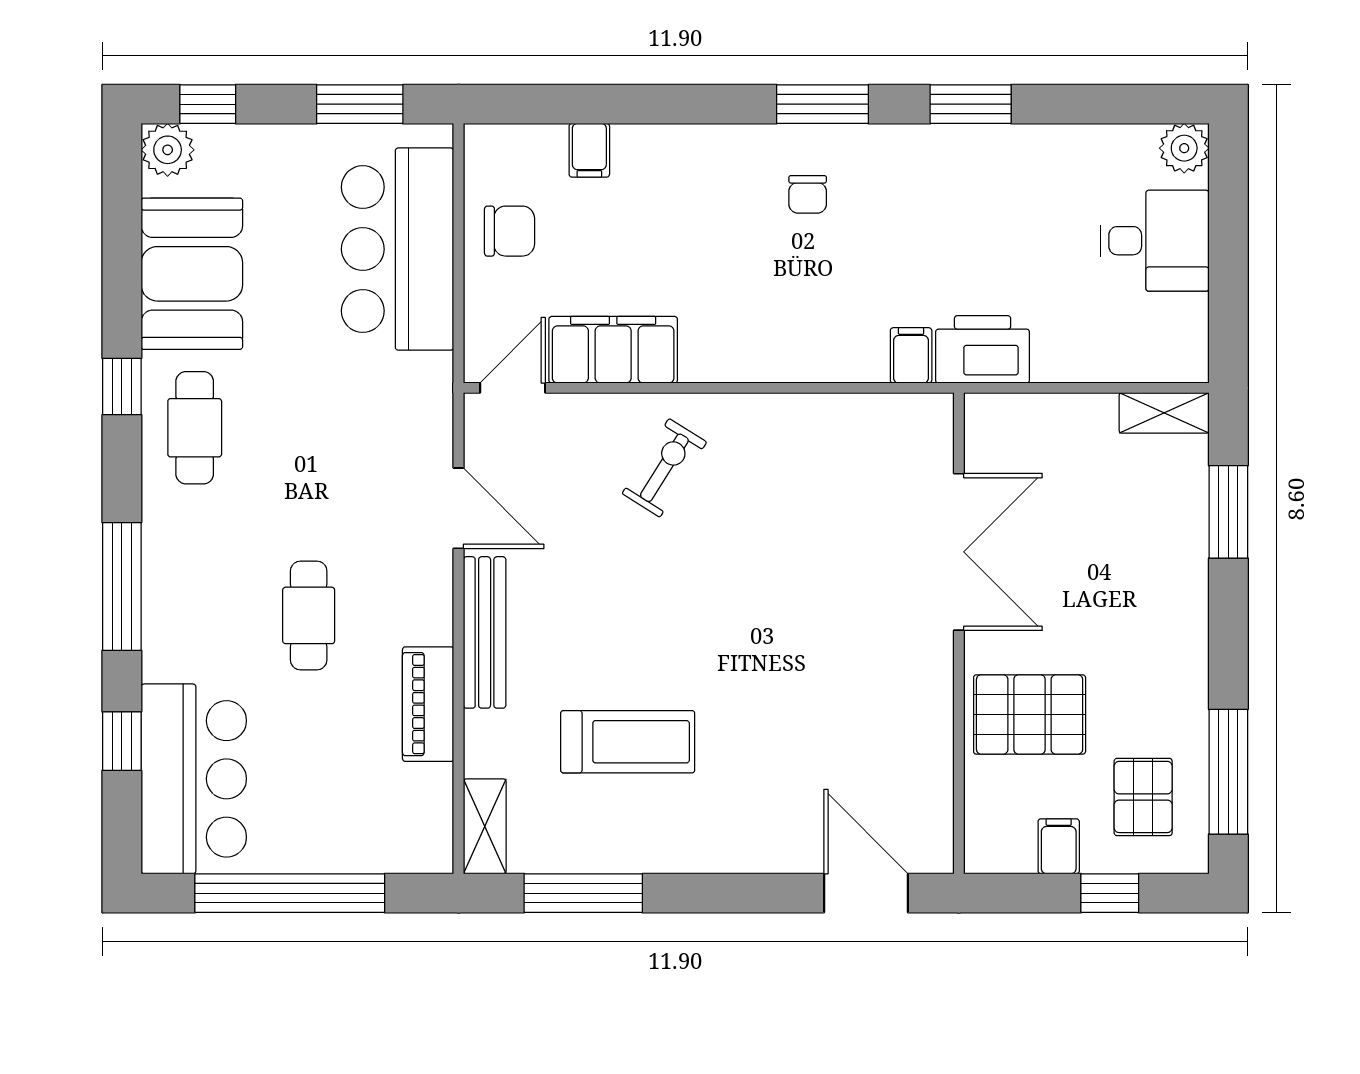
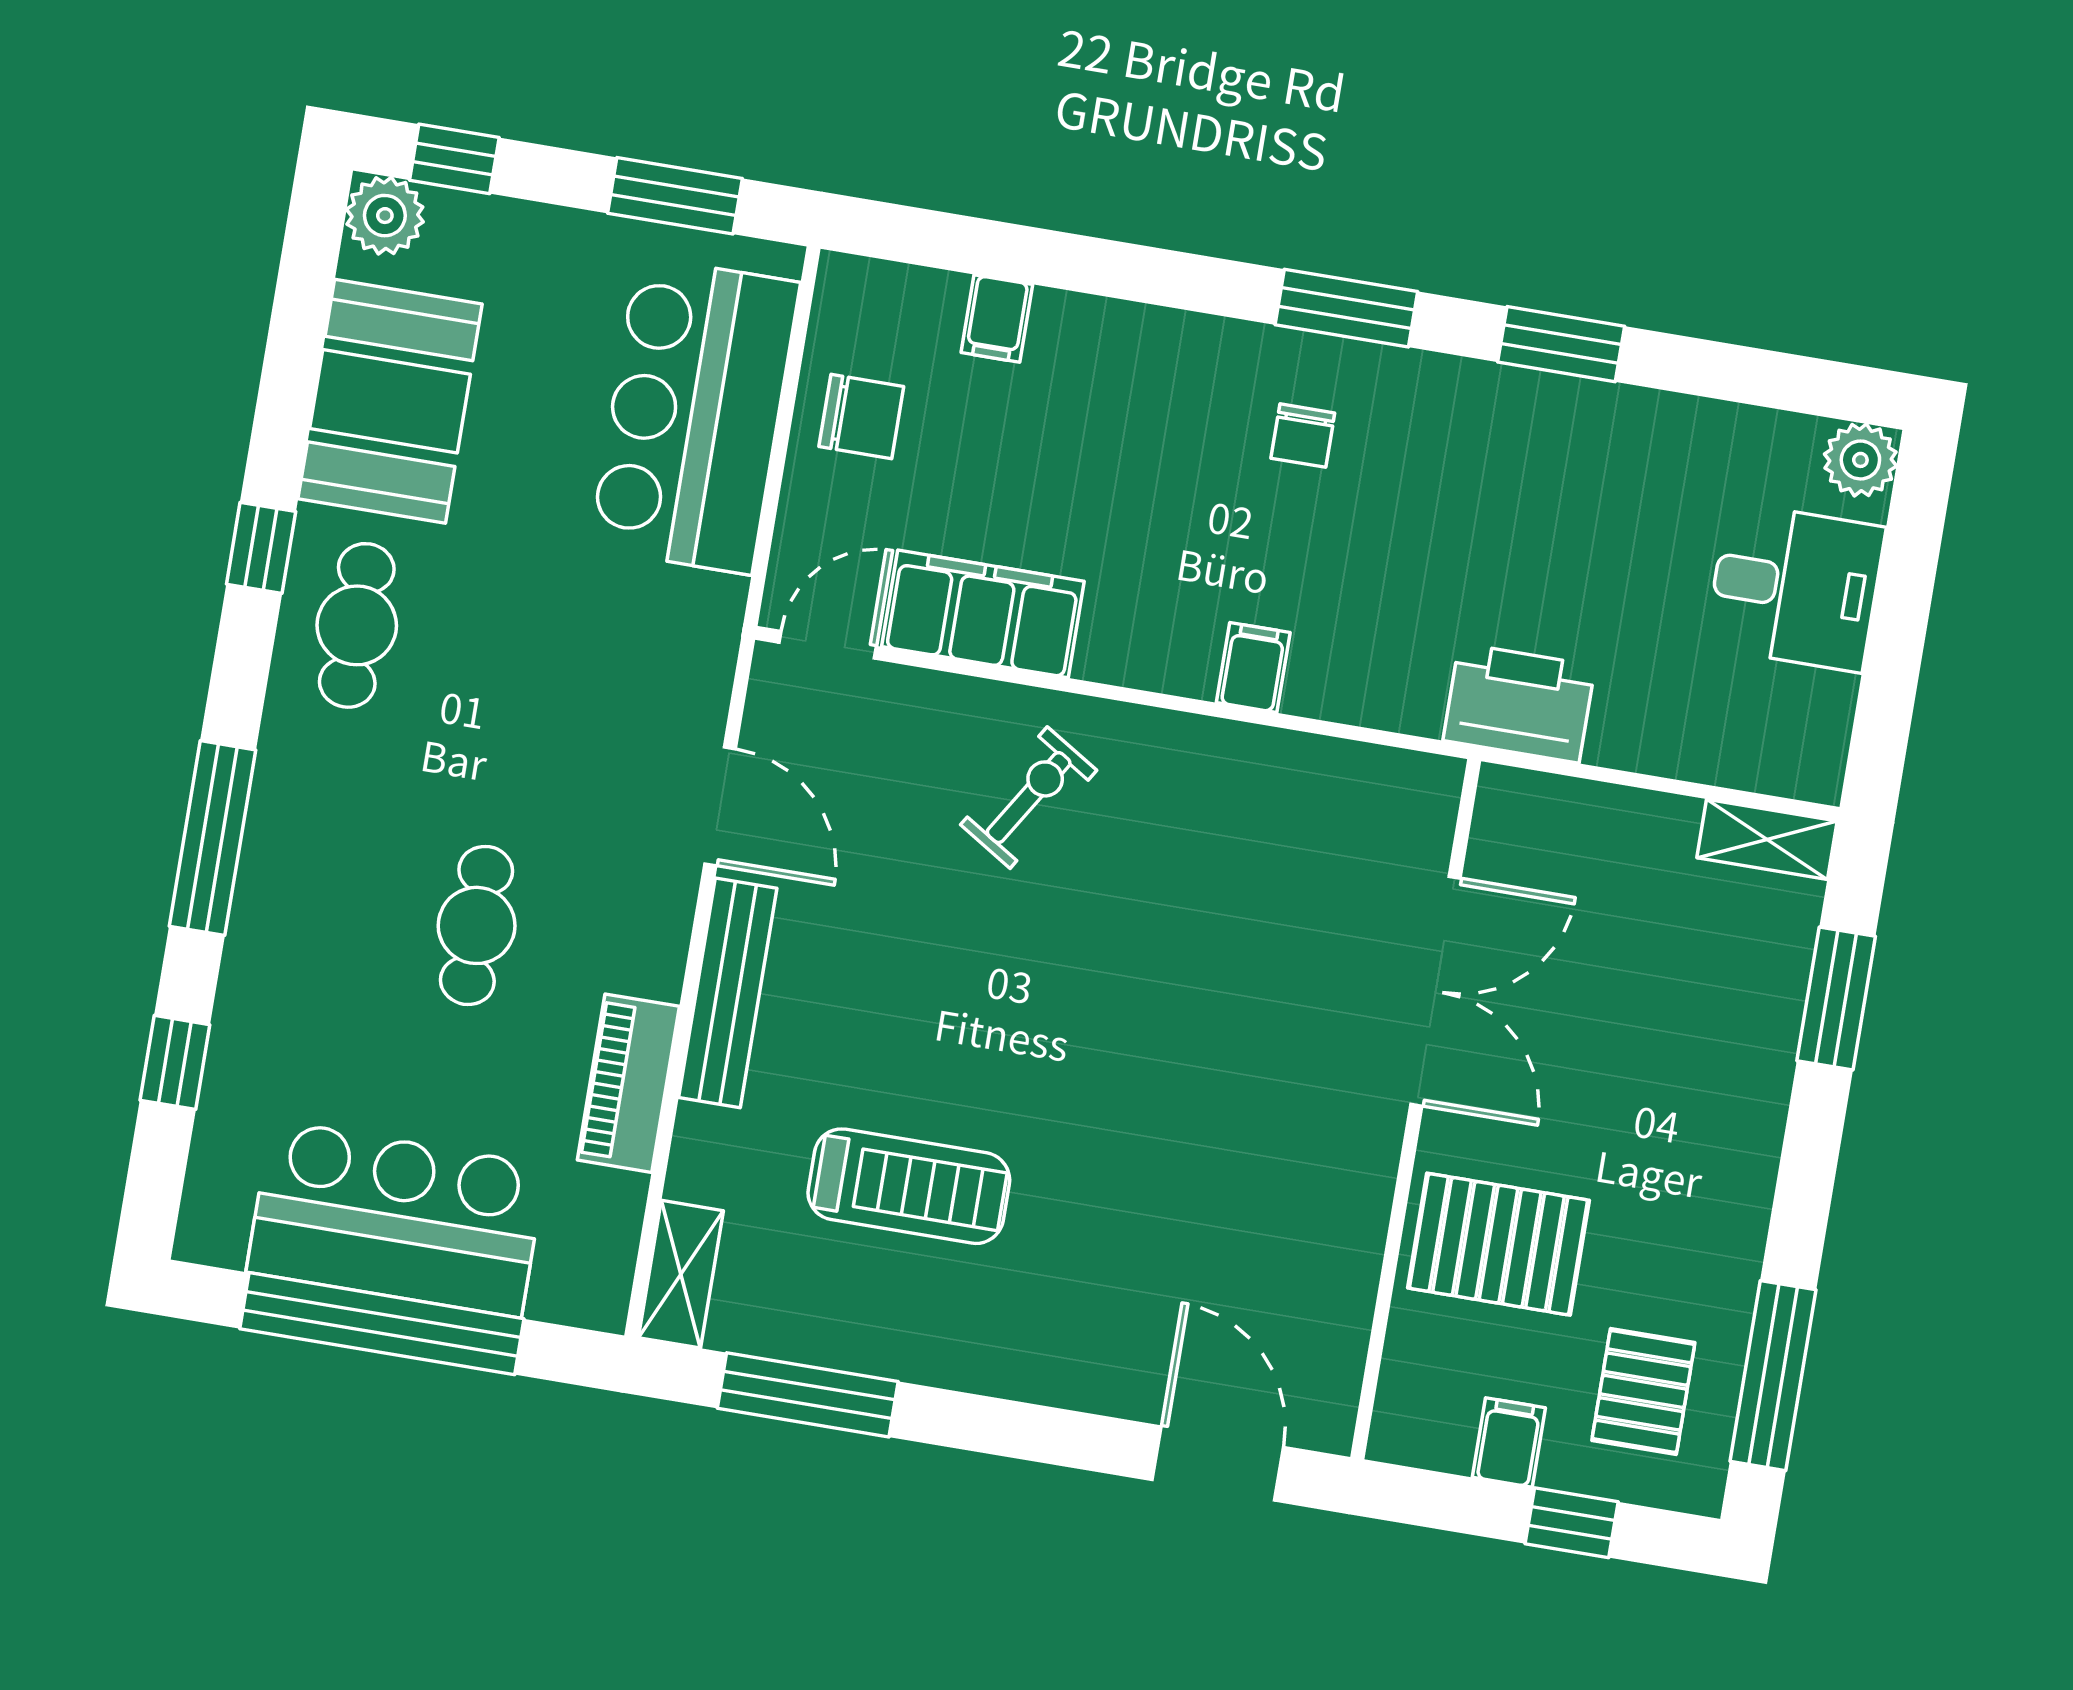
filing cabinet: (911, 355) -> (1253, 668), moved
bar counter: (194, 779) -> (396, 1219), moved, turned -90

